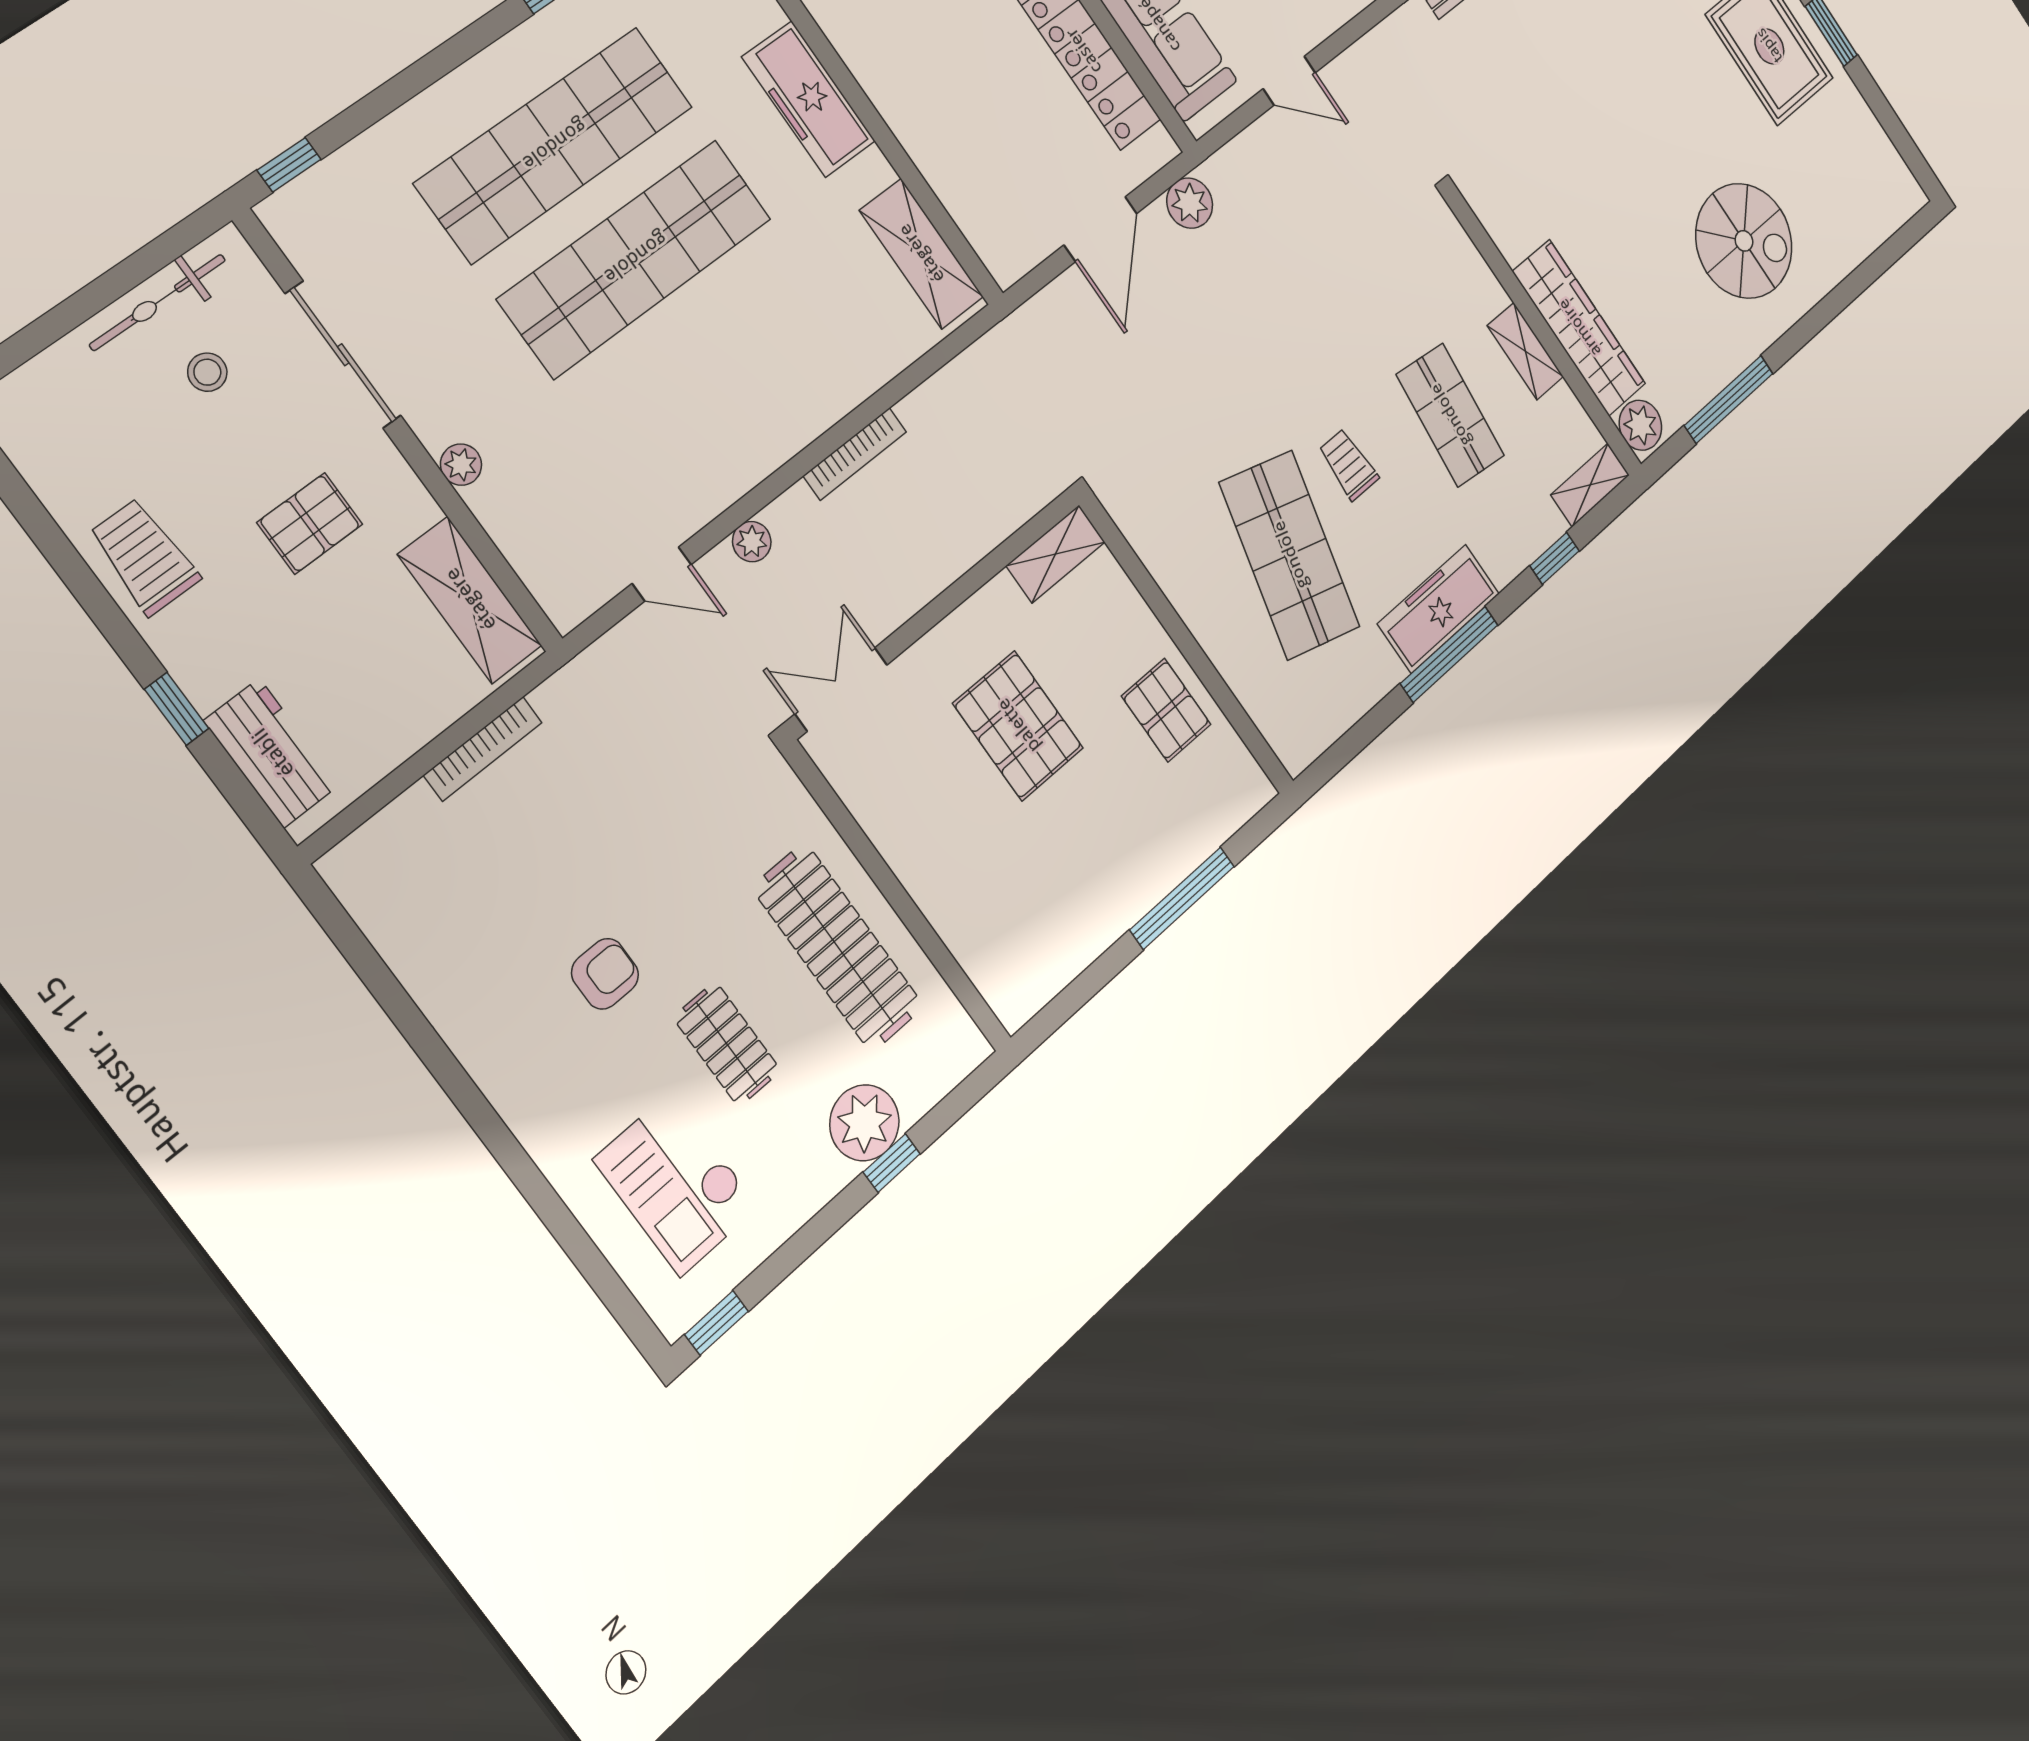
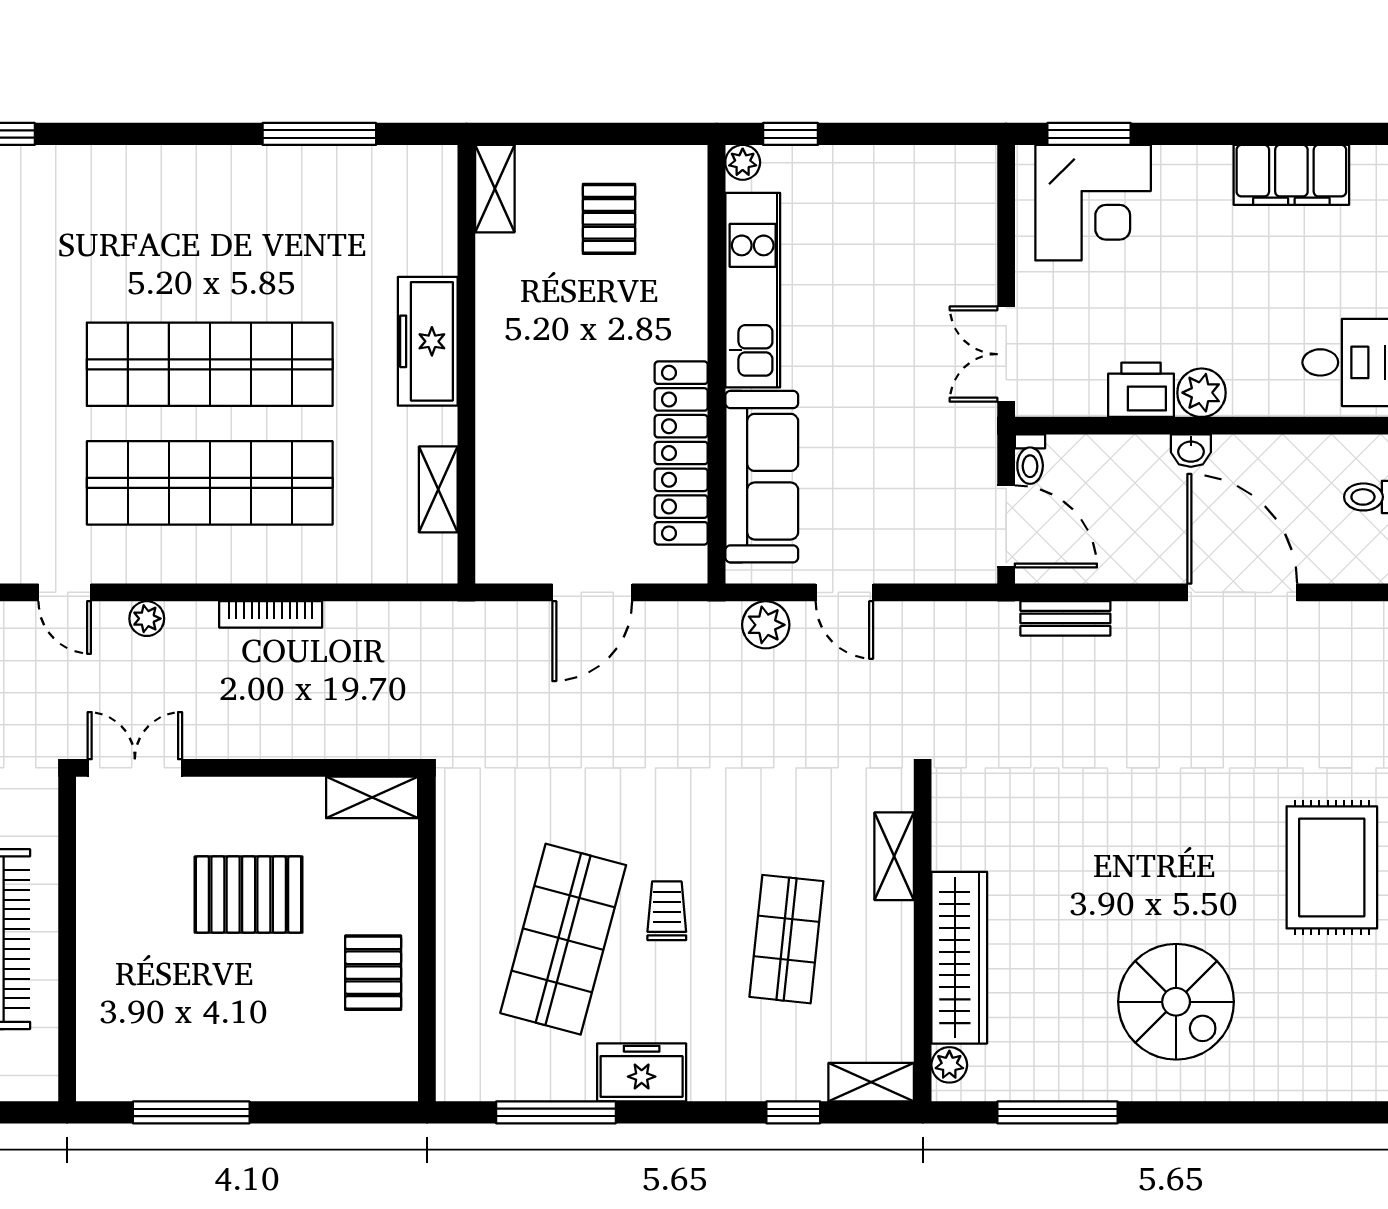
shop shelf: (555, 145) -> (210, 483), moved
plant: (1190, 203) -> (766, 625), moved
shelving: (921, 254) -> (438, 489), width x0.67, depth x0.75
shelving: (1525, 351) -> (894, 856), moved
plant: (1640, 425) -> (949, 1065), width x0.73, depth x0.73
freezer: (1439, 609) -> (642, 1072), width x0.71
window: (1449, 654) -> (556, 1112), moved
pallet: (1018, 726) -> (249, 895), turned 90
window: (1182, 898) -> (191, 1112), moved

